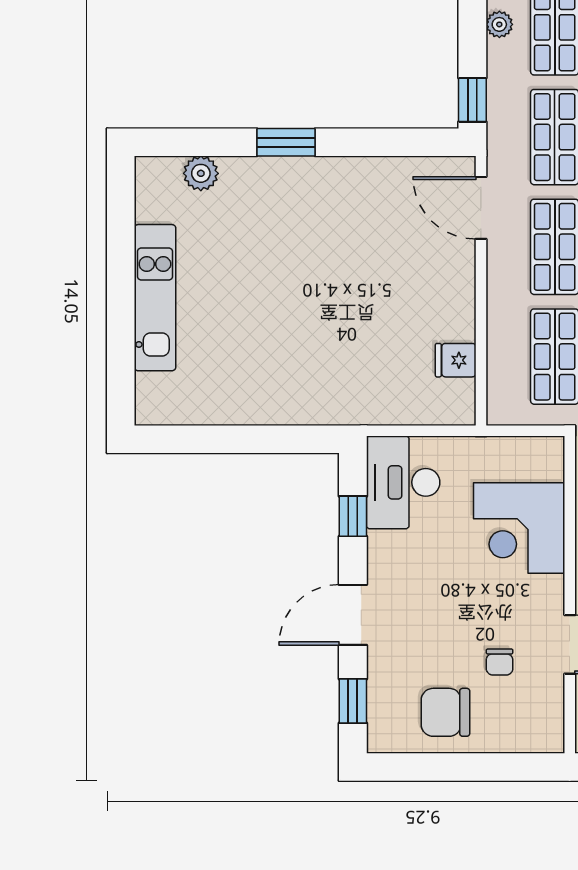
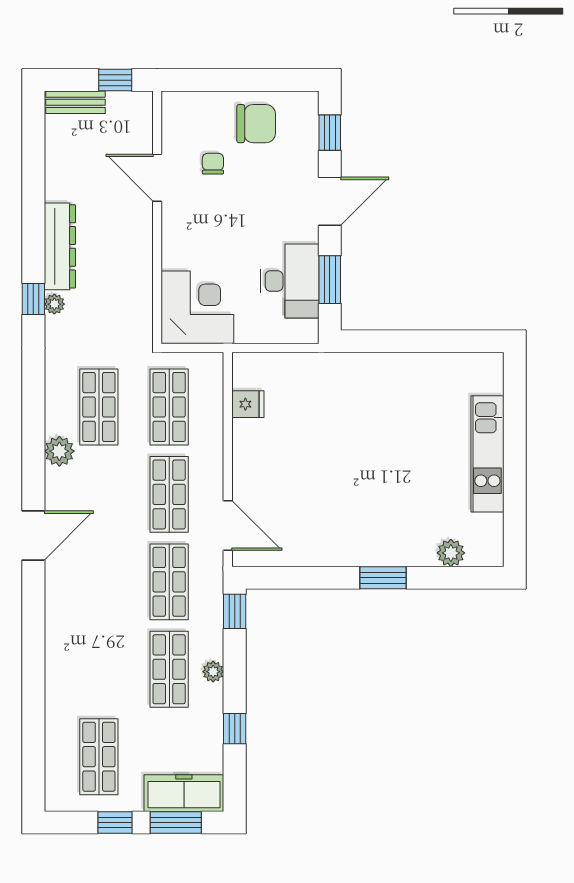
desk: (403, 482) -> (290, 281), moved
window: (353, 516) -> (330, 280), width x1.50
corner desk: (519, 528) -> (197, 307), moved

